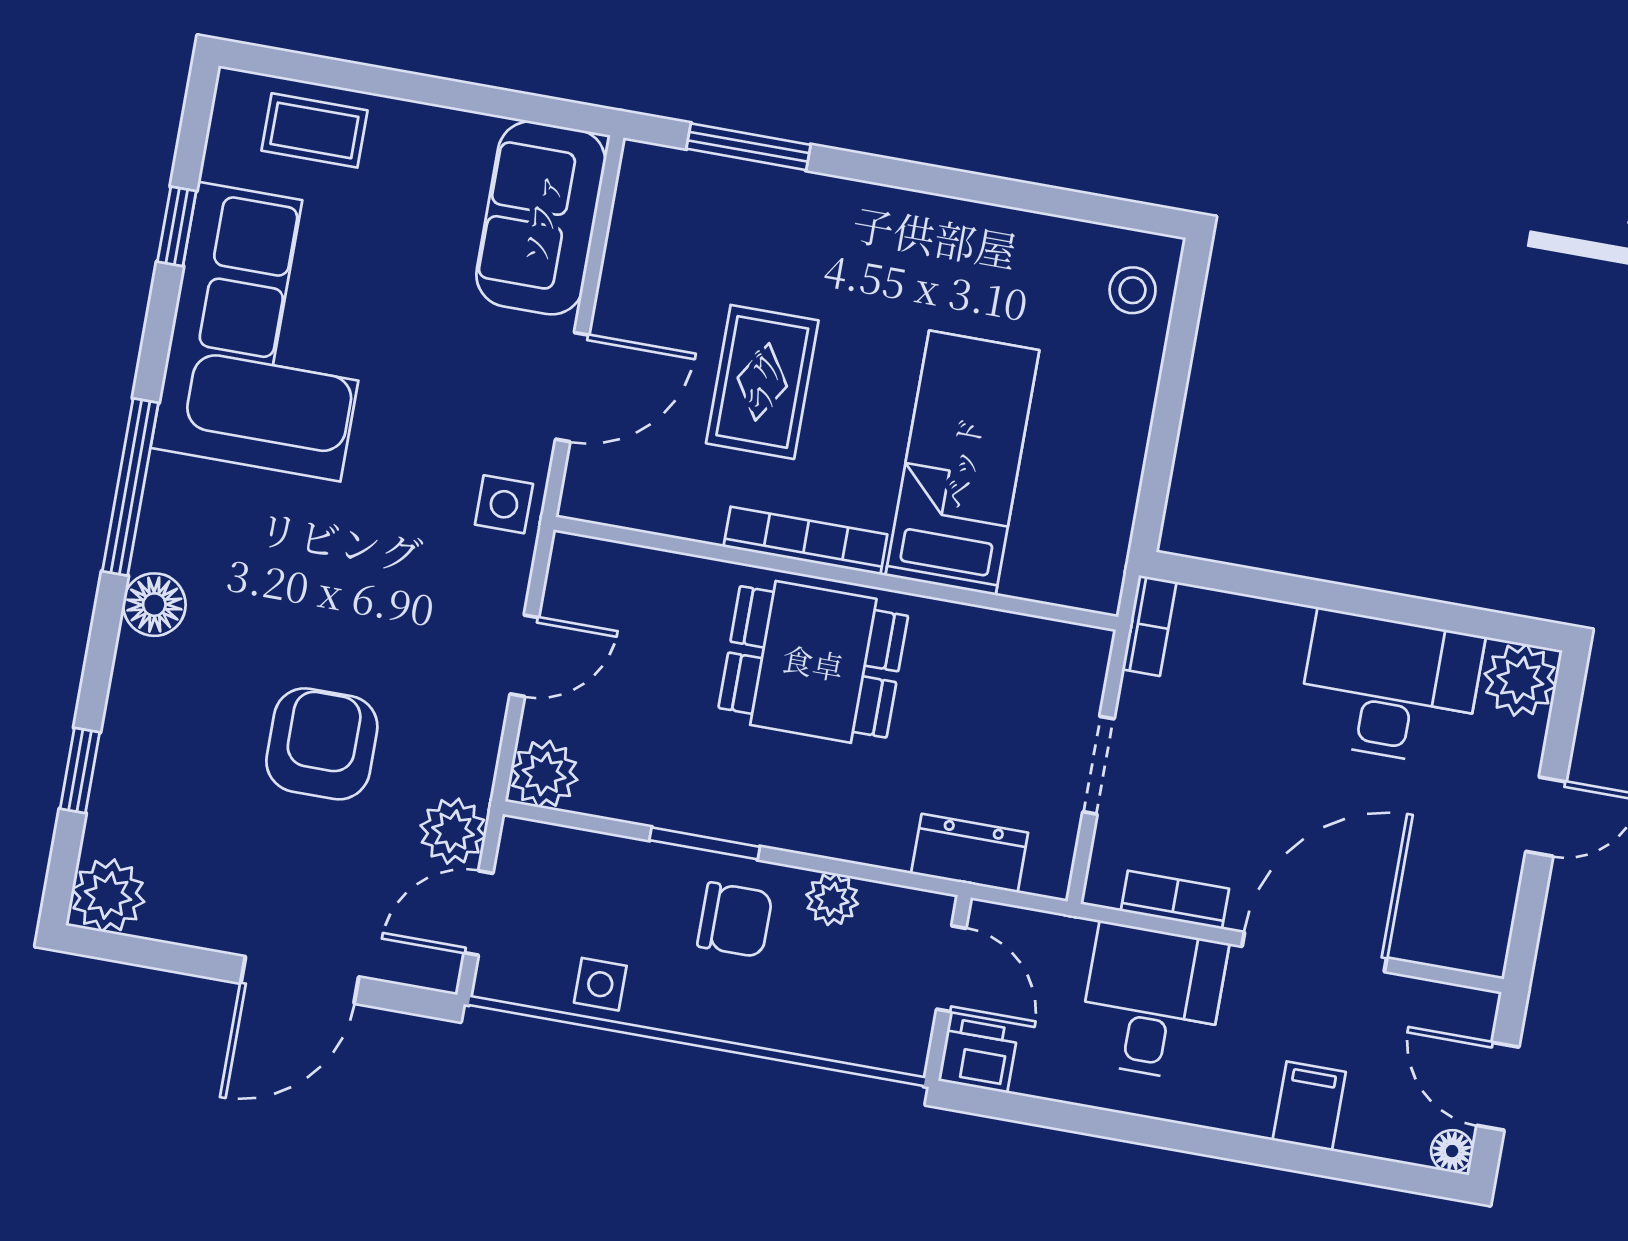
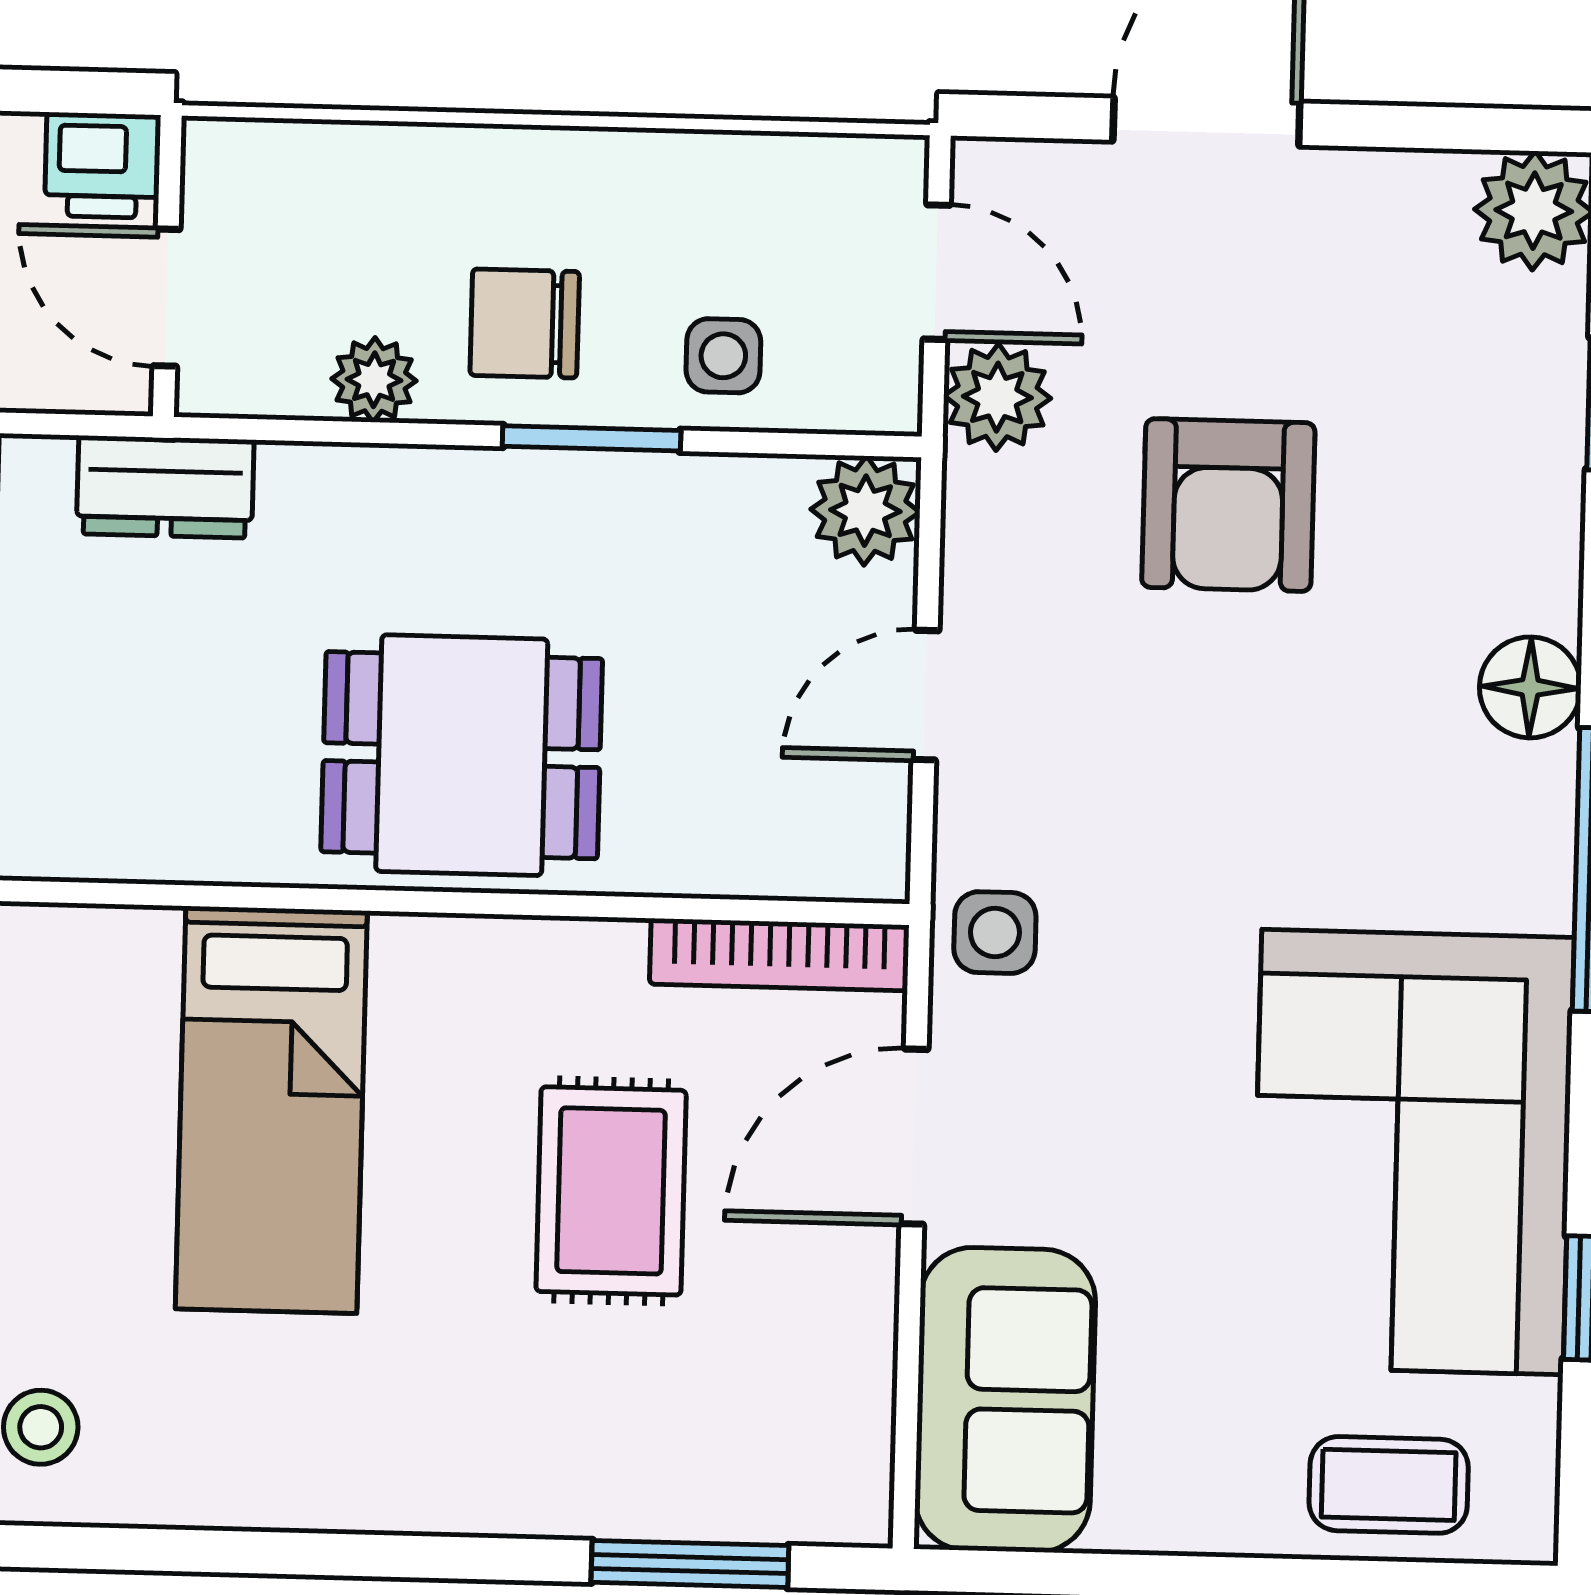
bookcase: (805, 541) -> (779, 955), moved
door: (479, 913) -> (937, 272), hinge flipped
side table: (600, 984) -> (723, 356), moved

